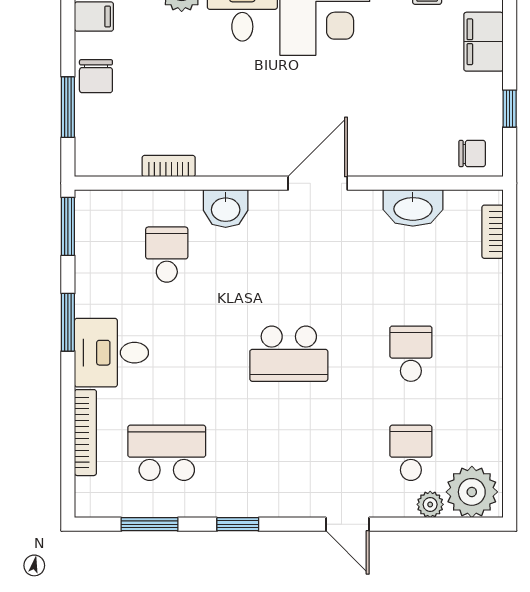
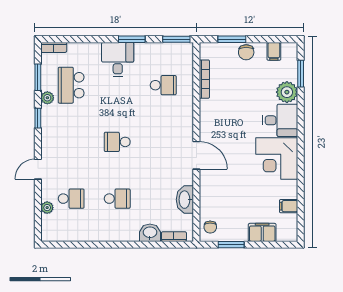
chair: (96, 76) -> (246, 52), turned -90
window: (510, 109) -> (231, 245), width x1.50
bookcase: (169, 166) -> (204, 79), width x1.56
washbasin: (226, 209) -> (150, 233), moved, turned 90
school desk: (289, 354) -> (117, 142), width x0.54
bookcase: (85, 433) -> (54, 47), moved, width x0.64
school desk: (167, 453) -> (71, 85), turned 180
plant: (472, 492) -> (47, 98), moved, width x0.53, depth x0.53

